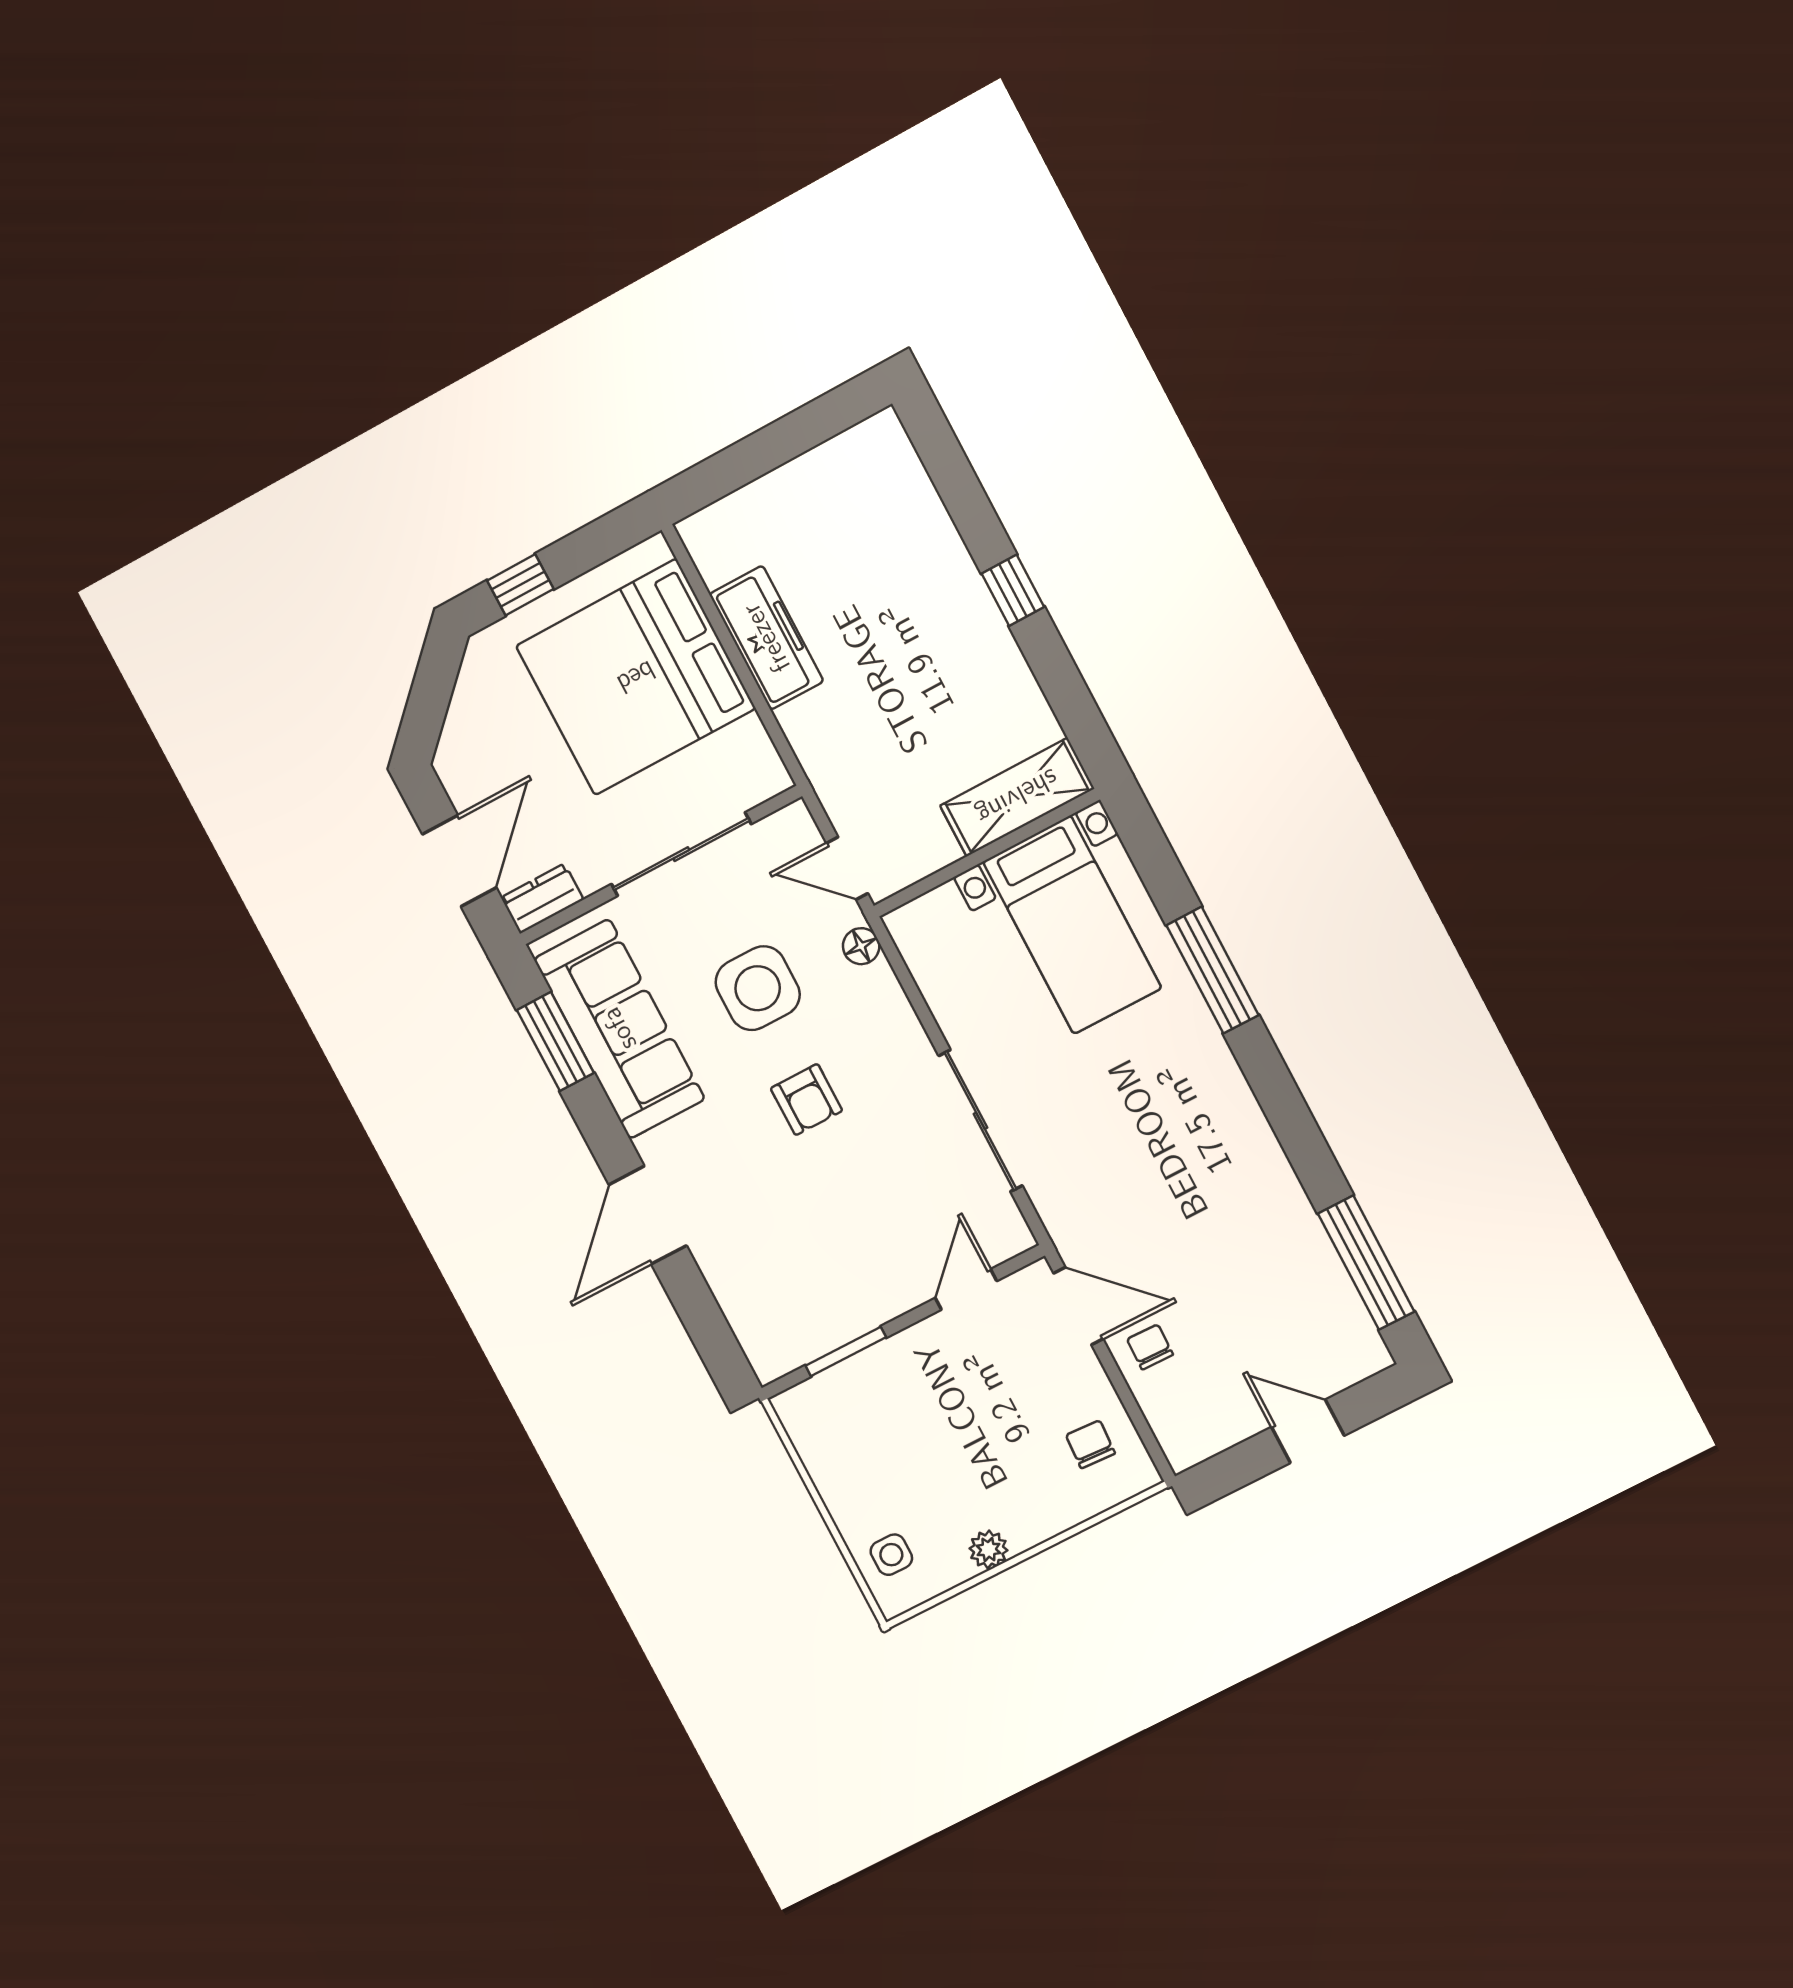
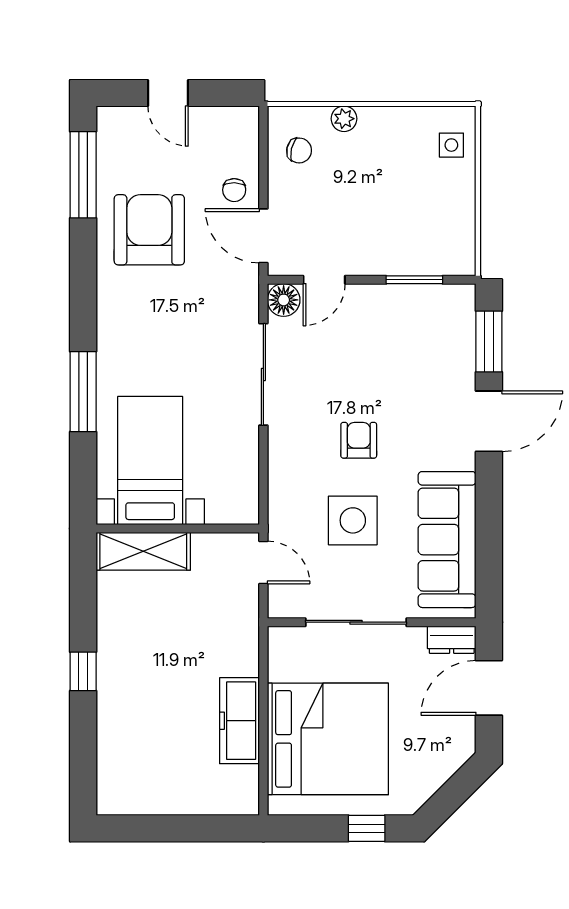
floor lamp: (861, 946) -> (284, 300), moved, width x1.37, depth x1.37
window: (555, 1042) -> (489, 341), moved
armchair: (1237, 1235) -> (149, 230), added
chair: (1090, 1444) -> (299, 150), turned -80
plant: (988, 1549) -> (344, 119), moved

